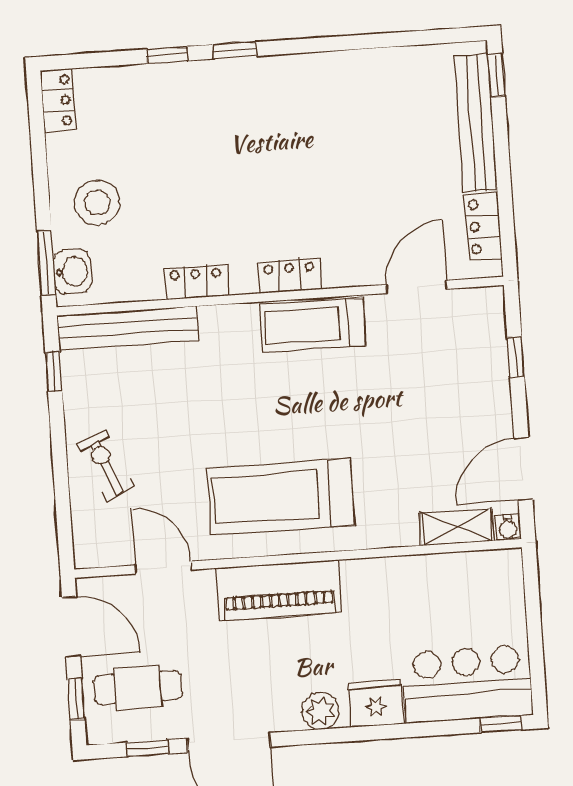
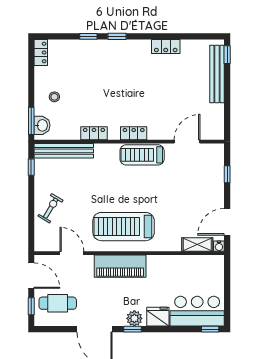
stool: (97, 203) -> (54, 97), width x0.53, depth x0.53
locker: (483, 226) -> (166, 46), moved, turned -90
exercise bike: (106, 465) -> (51, 208), turned 54
window: (148, 748) -> (132, 329), moved

